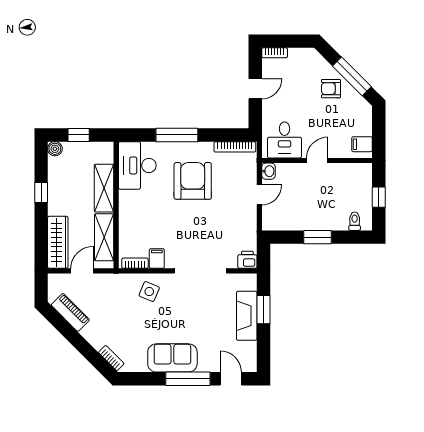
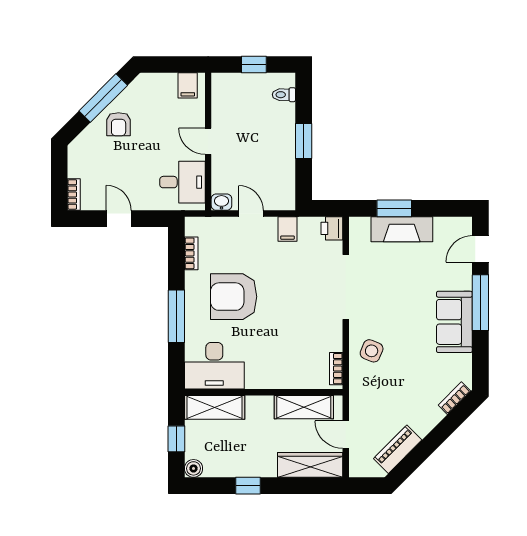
bookcase: (235, 147) -> (191, 253), width x0.64
shelving: (104, 188) -> (215, 407), moved
filing cabinet: (157, 258) -> (287, 229), moved, turned -90

